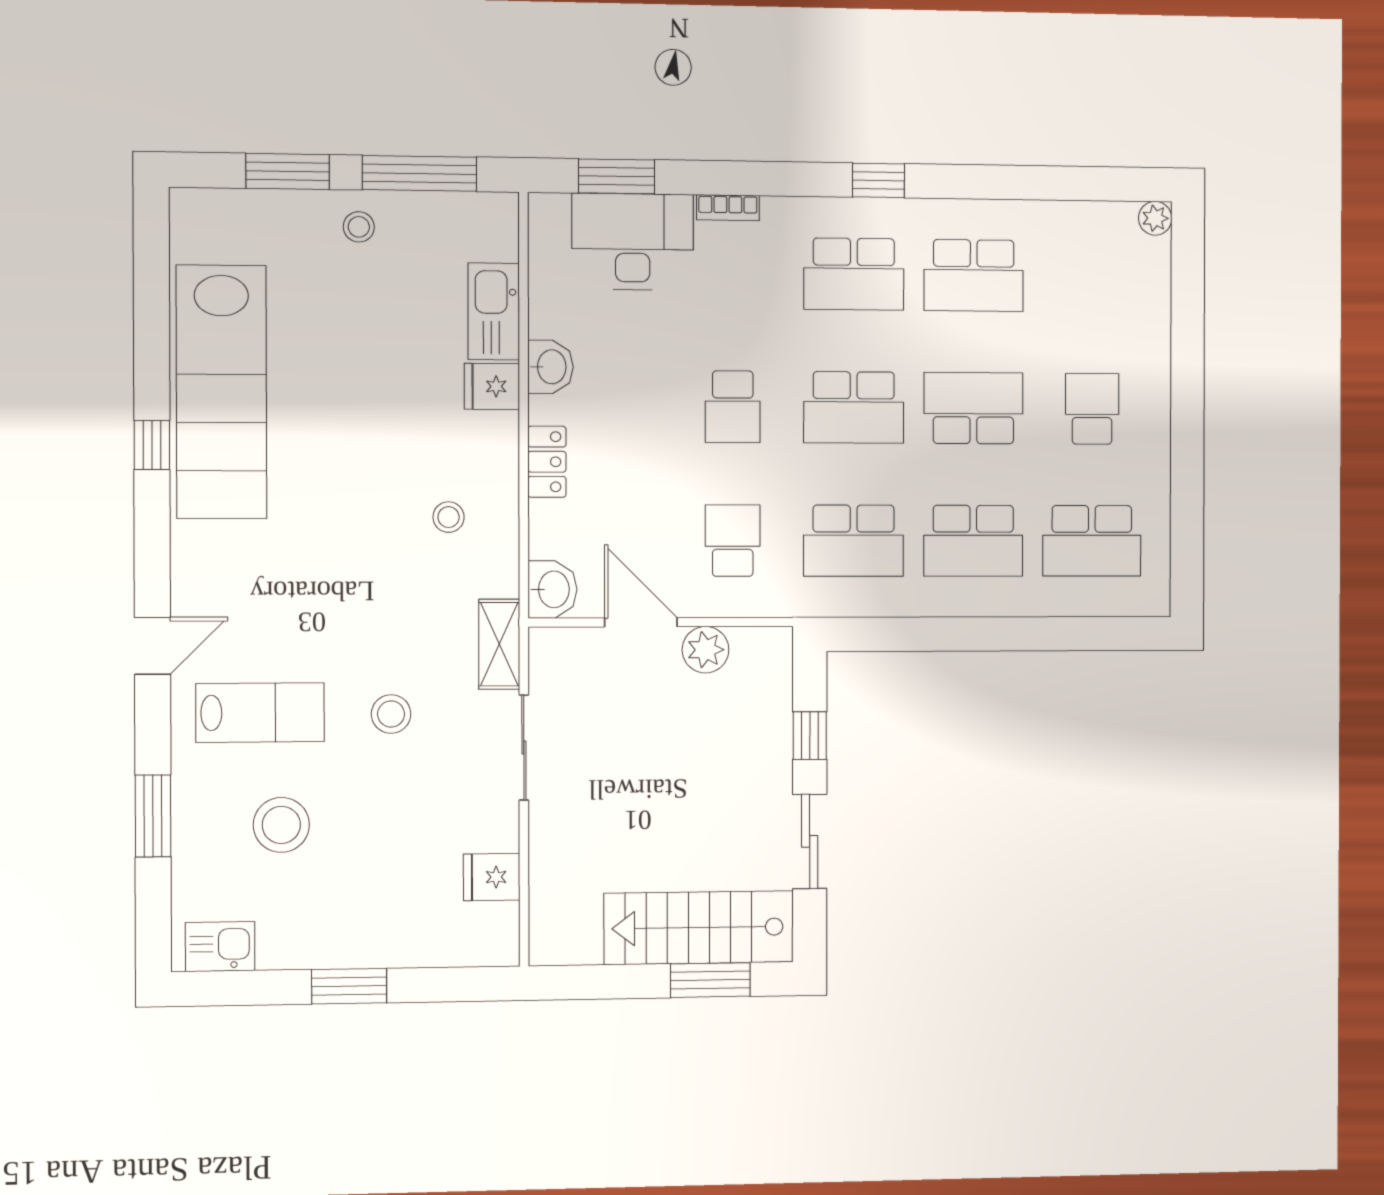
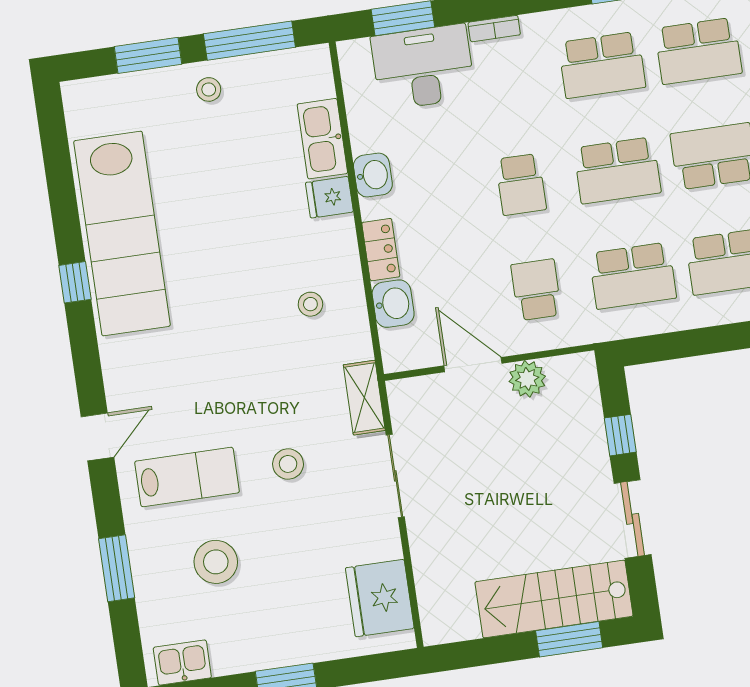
washbasin: (552, 589) -> (393, 304), moved
fridge: (492, 877) -> (380, 598), width x1.88, depth x1.34

